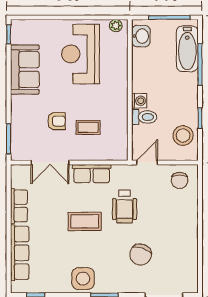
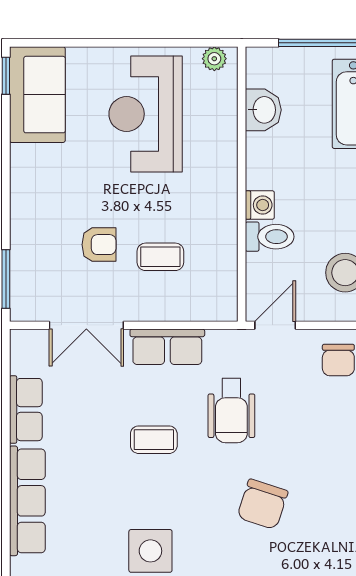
washbasin: (141, 36) -> (263, 110), moved
sofa: (25, 70) -> (37, 95), moved
coffee table: (85, 221) -> (154, 440), width x0.73, depth x0.77

